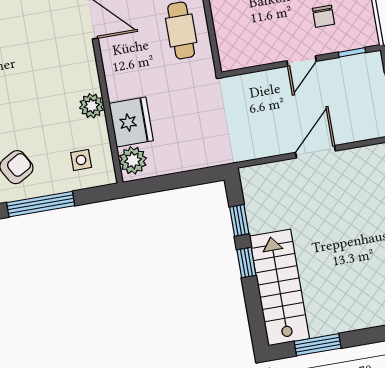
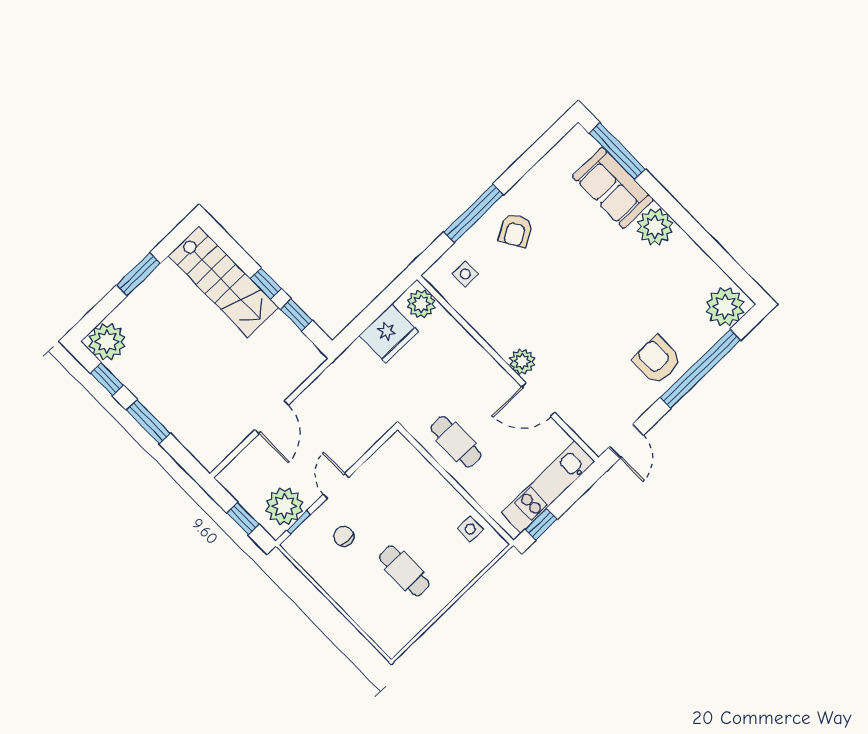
plant: (355, 73) -> (284, 506), added
plant: (92, 106) -> (522, 361), moved
fridge: (131, 122) -> (389, 333), moved, turned -90
window: (318, 345) -> (138, 274), moved

